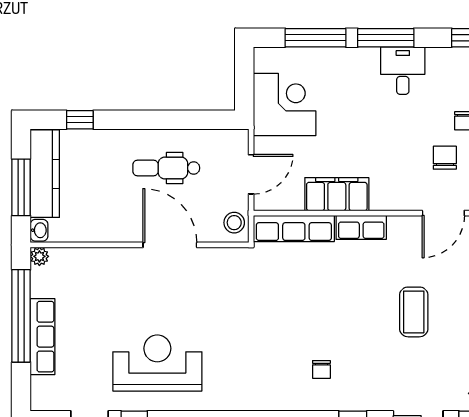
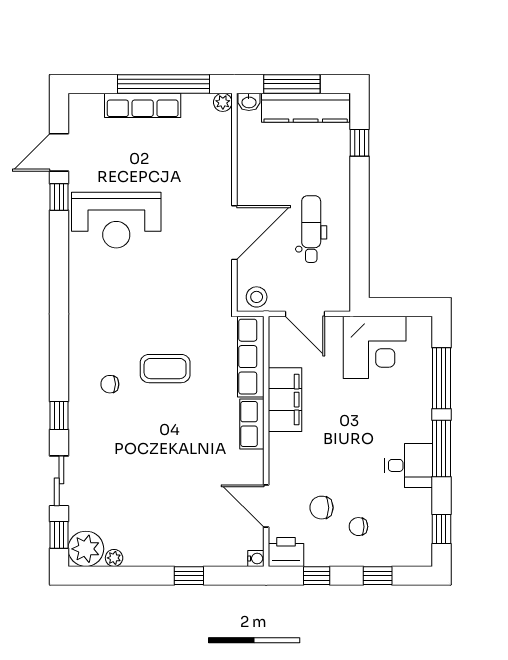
chair: (445, 158) -> (321, 508), turned 180
coffee table: (414, 312) -> (165, 369), moved
reception desk: (157, 363) -> (116, 220), turned 90

